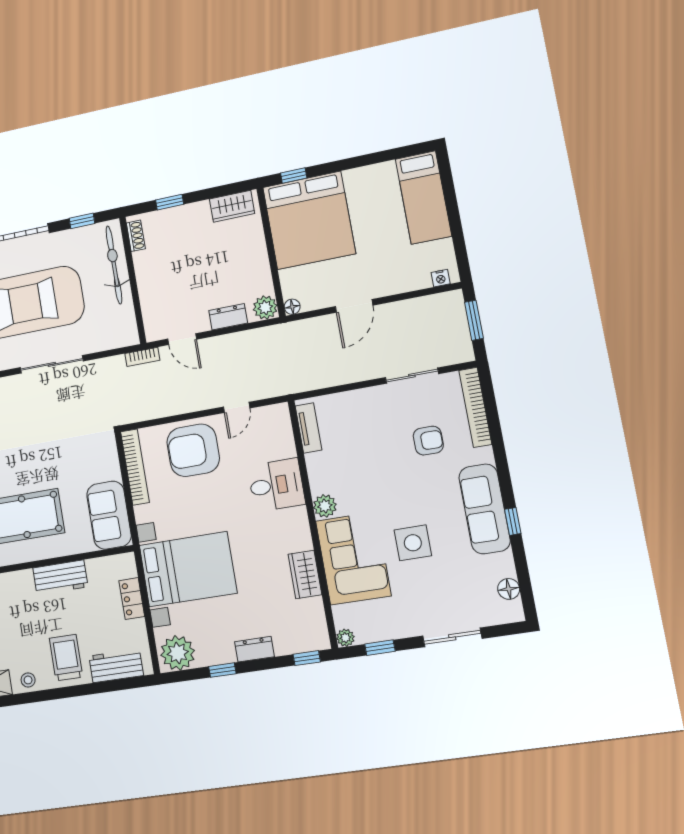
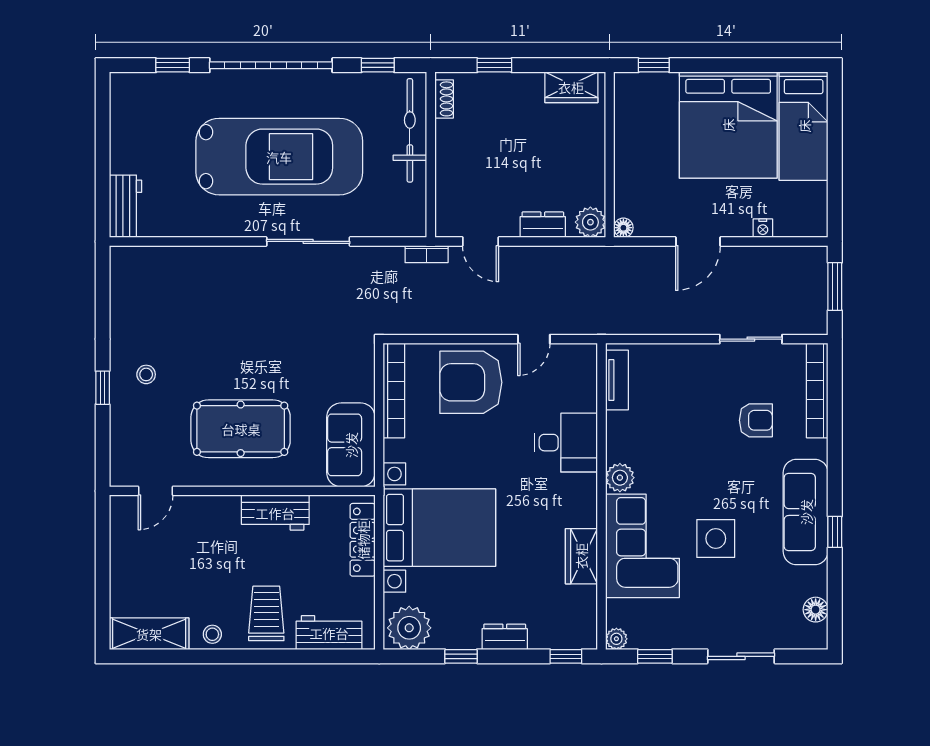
bed: (309, 220) -> (728, 125), moved
nightstand: (441, 278) -> (763, 228), moved
locker: (132, 599) -> (363, 540), width x1.53

